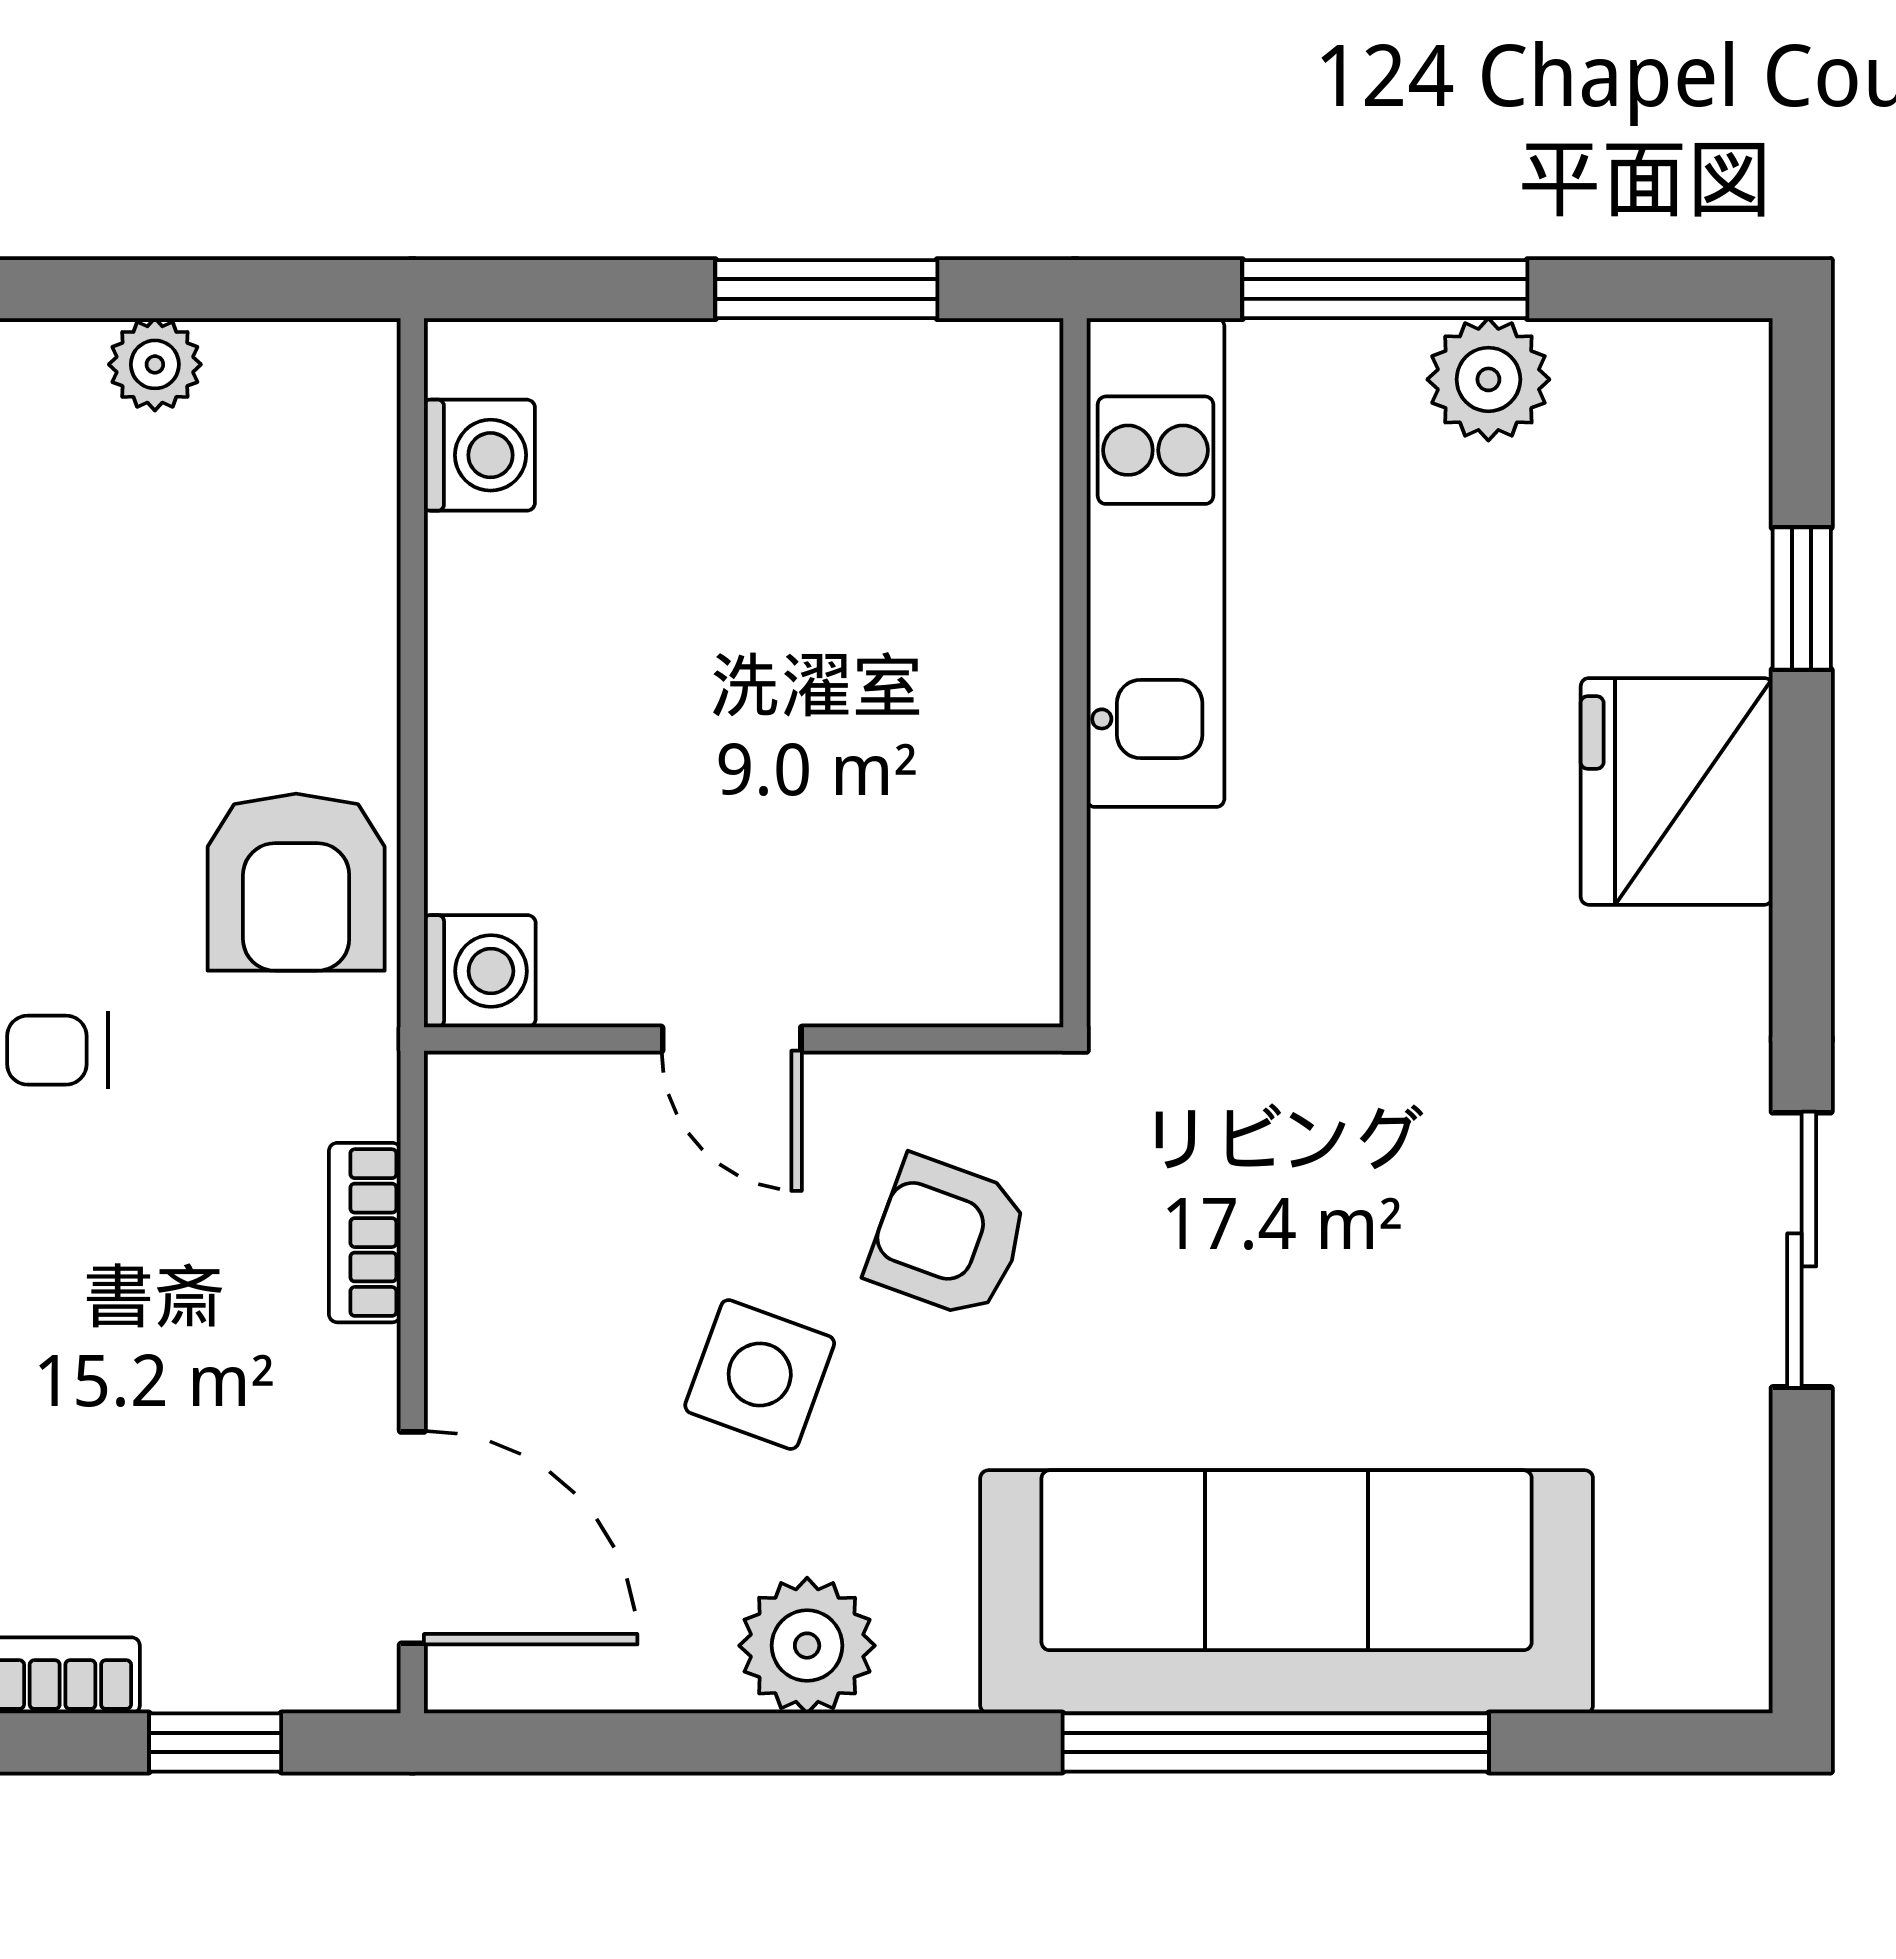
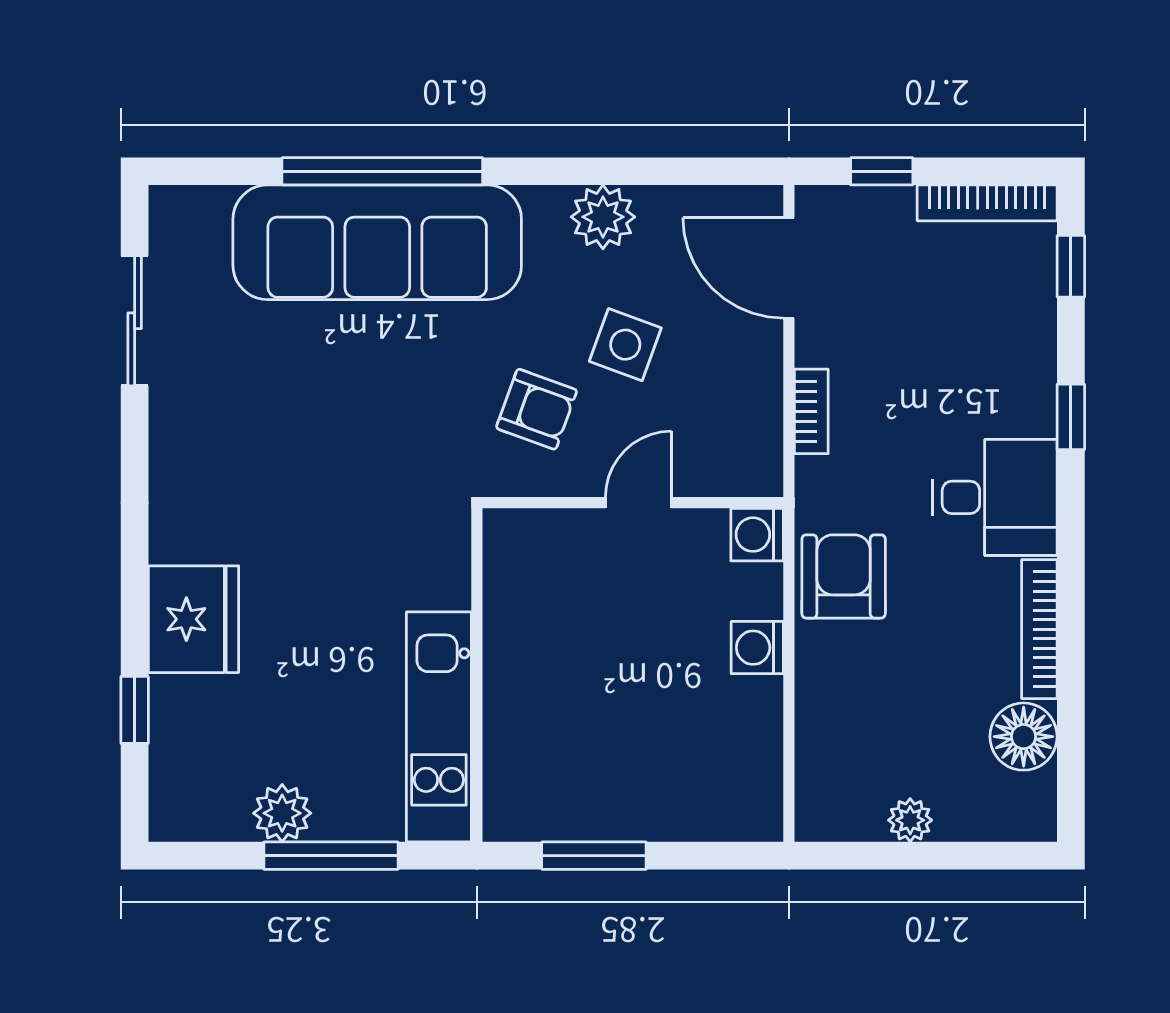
washing machine: (479, 455) -> (757, 648), moved
door: (732, 1039) -> (638, 503), hinge flipped
sliding door: (1802, 1250) -> (135, 321), moved

